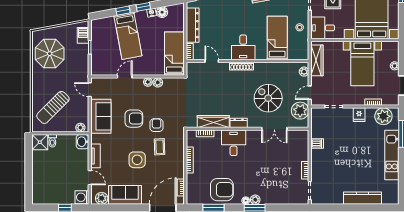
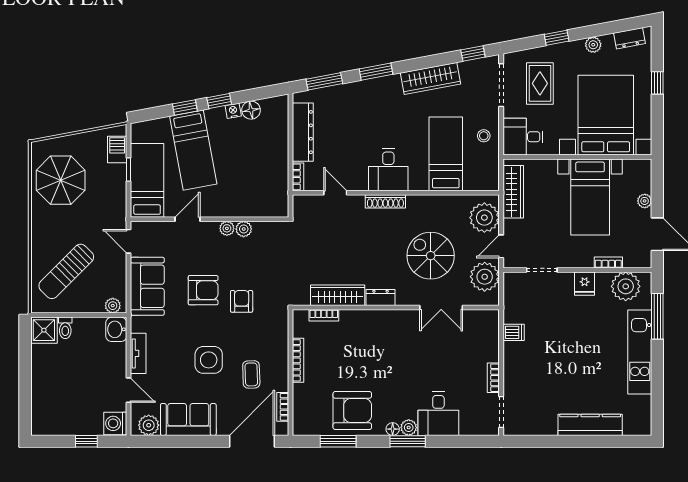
bed: (174, 54) -> (147, 180), moved
plant: (304, 72) -> (484, 218), width x1.88, depth x1.88
desk: (234, 143) -> (438, 414), moved, turned 180
coffee table: (160, 147) -> (251, 374), moved

